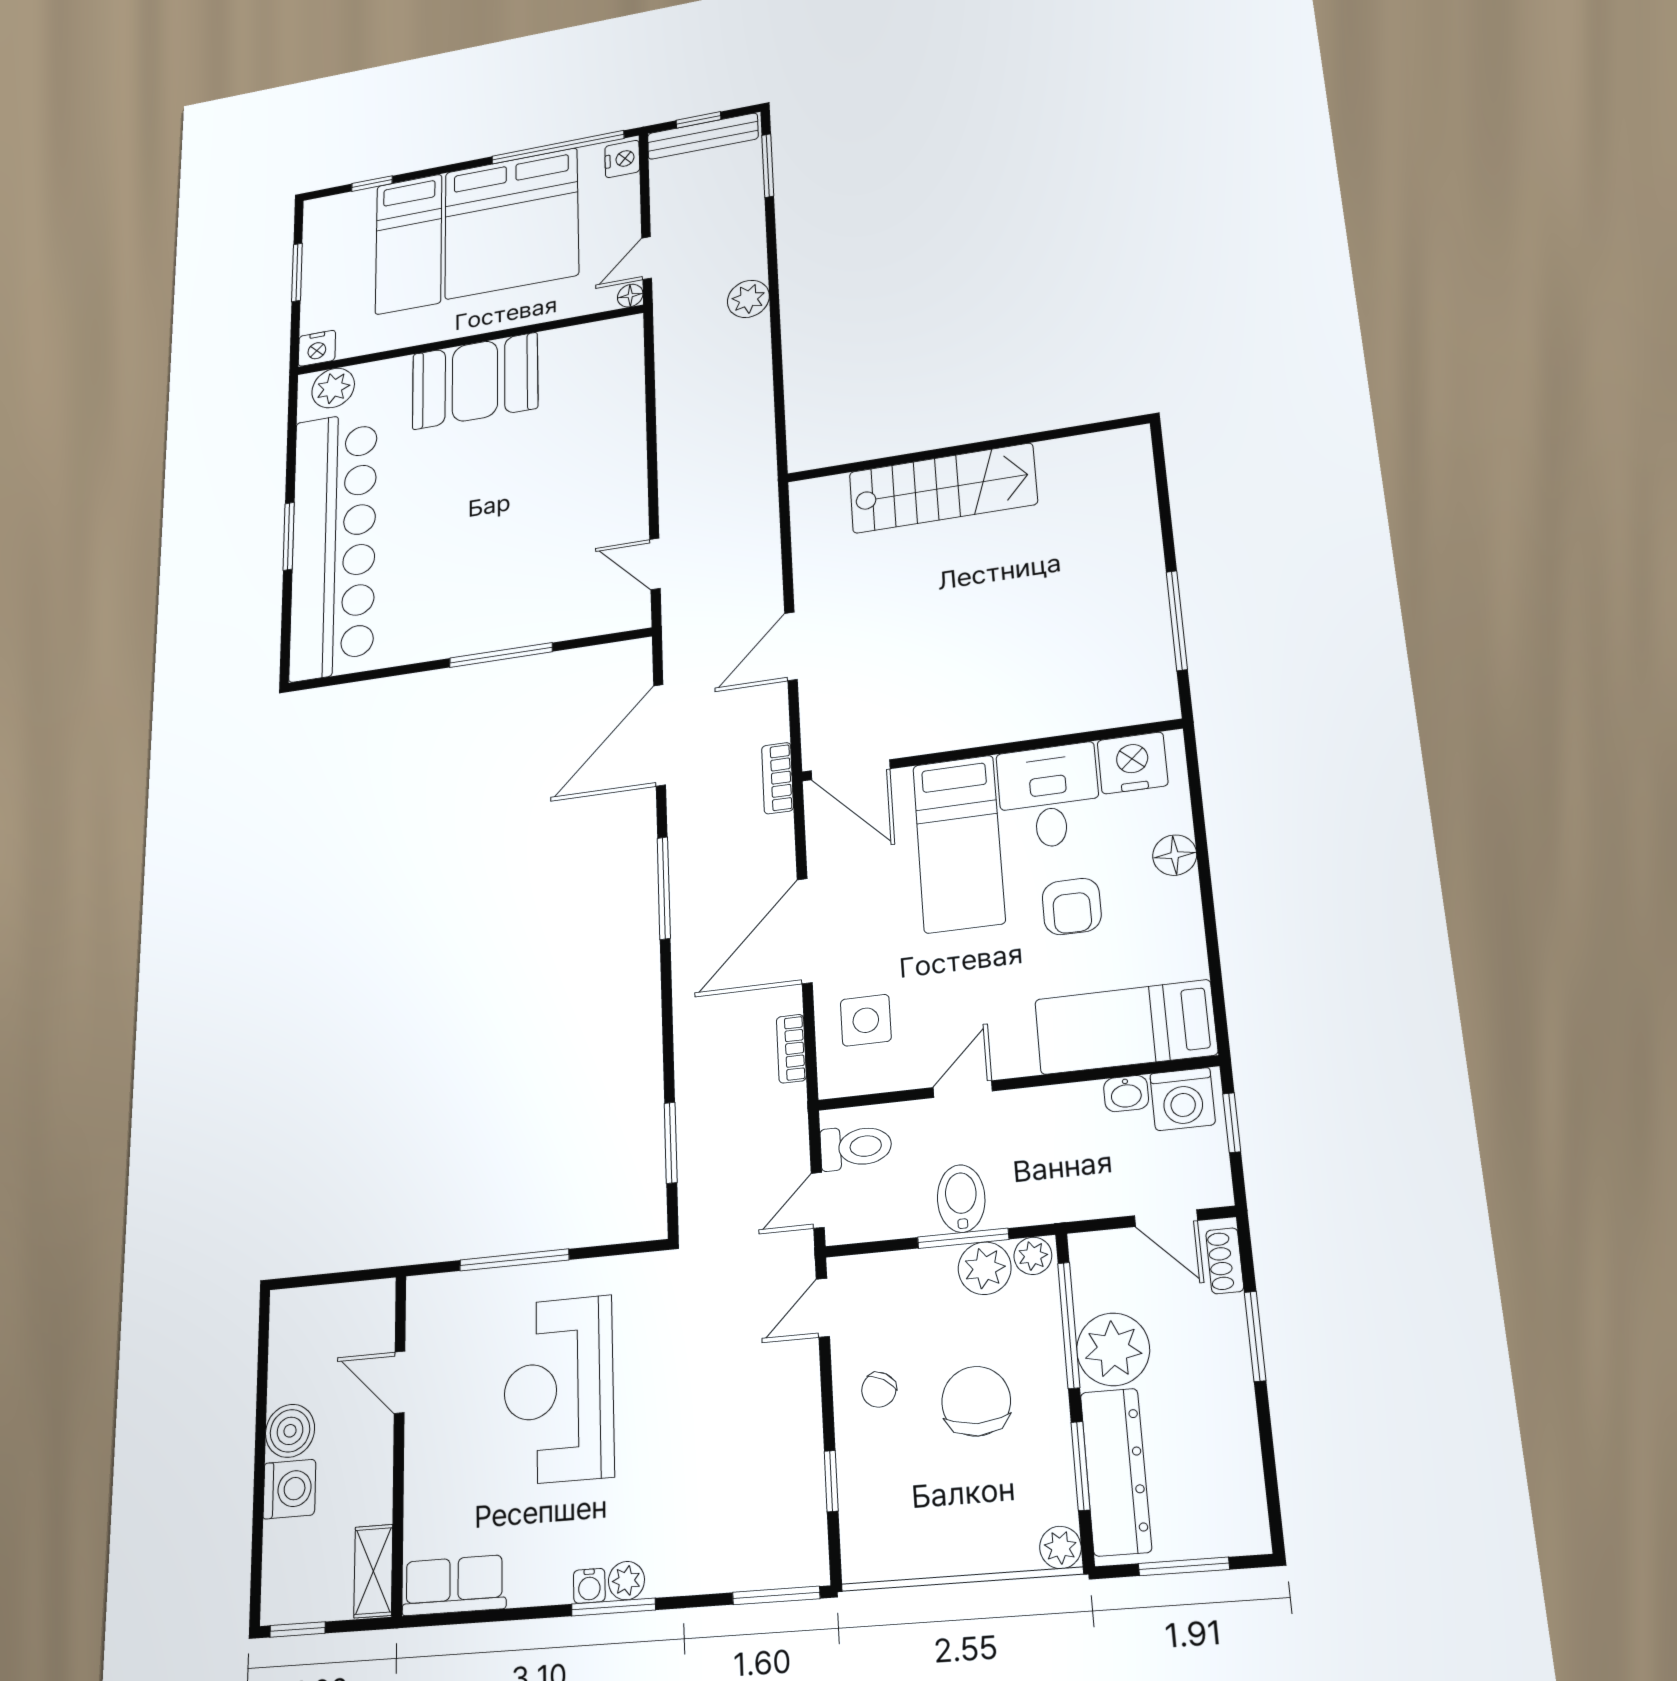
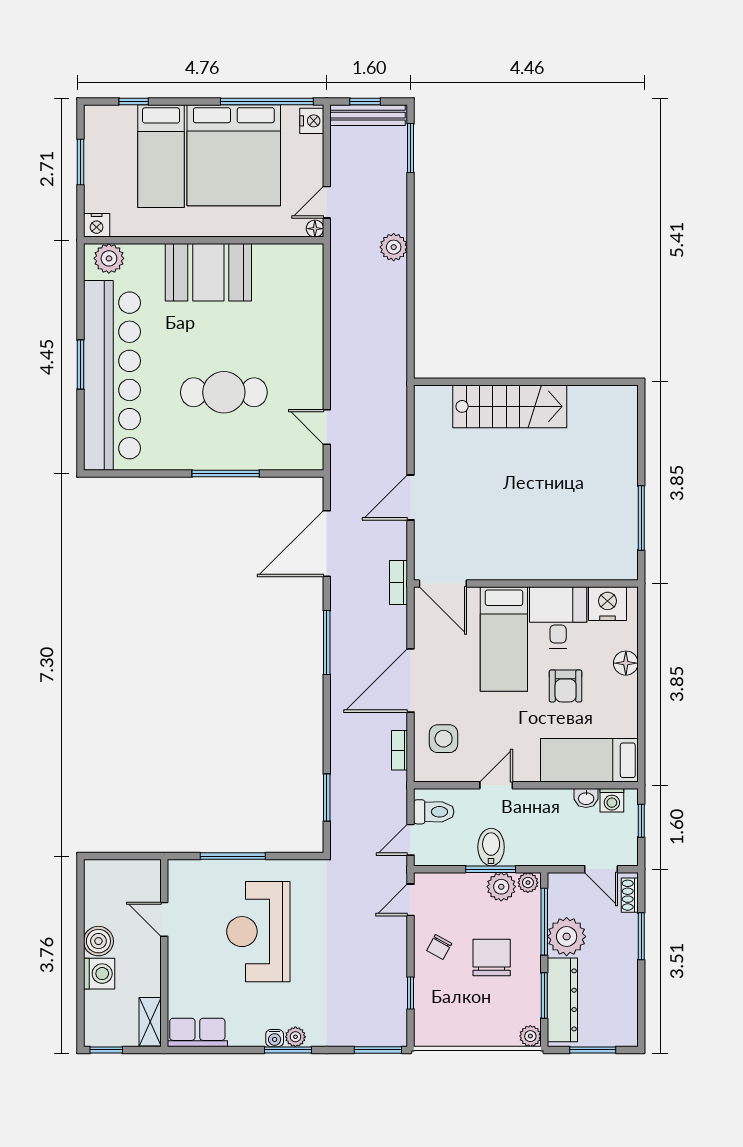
cafe table: (498, 540) -> (224, 392), added
washing machine: (1183, 1099) -> (612, 800), width x0.73, depth x0.73

